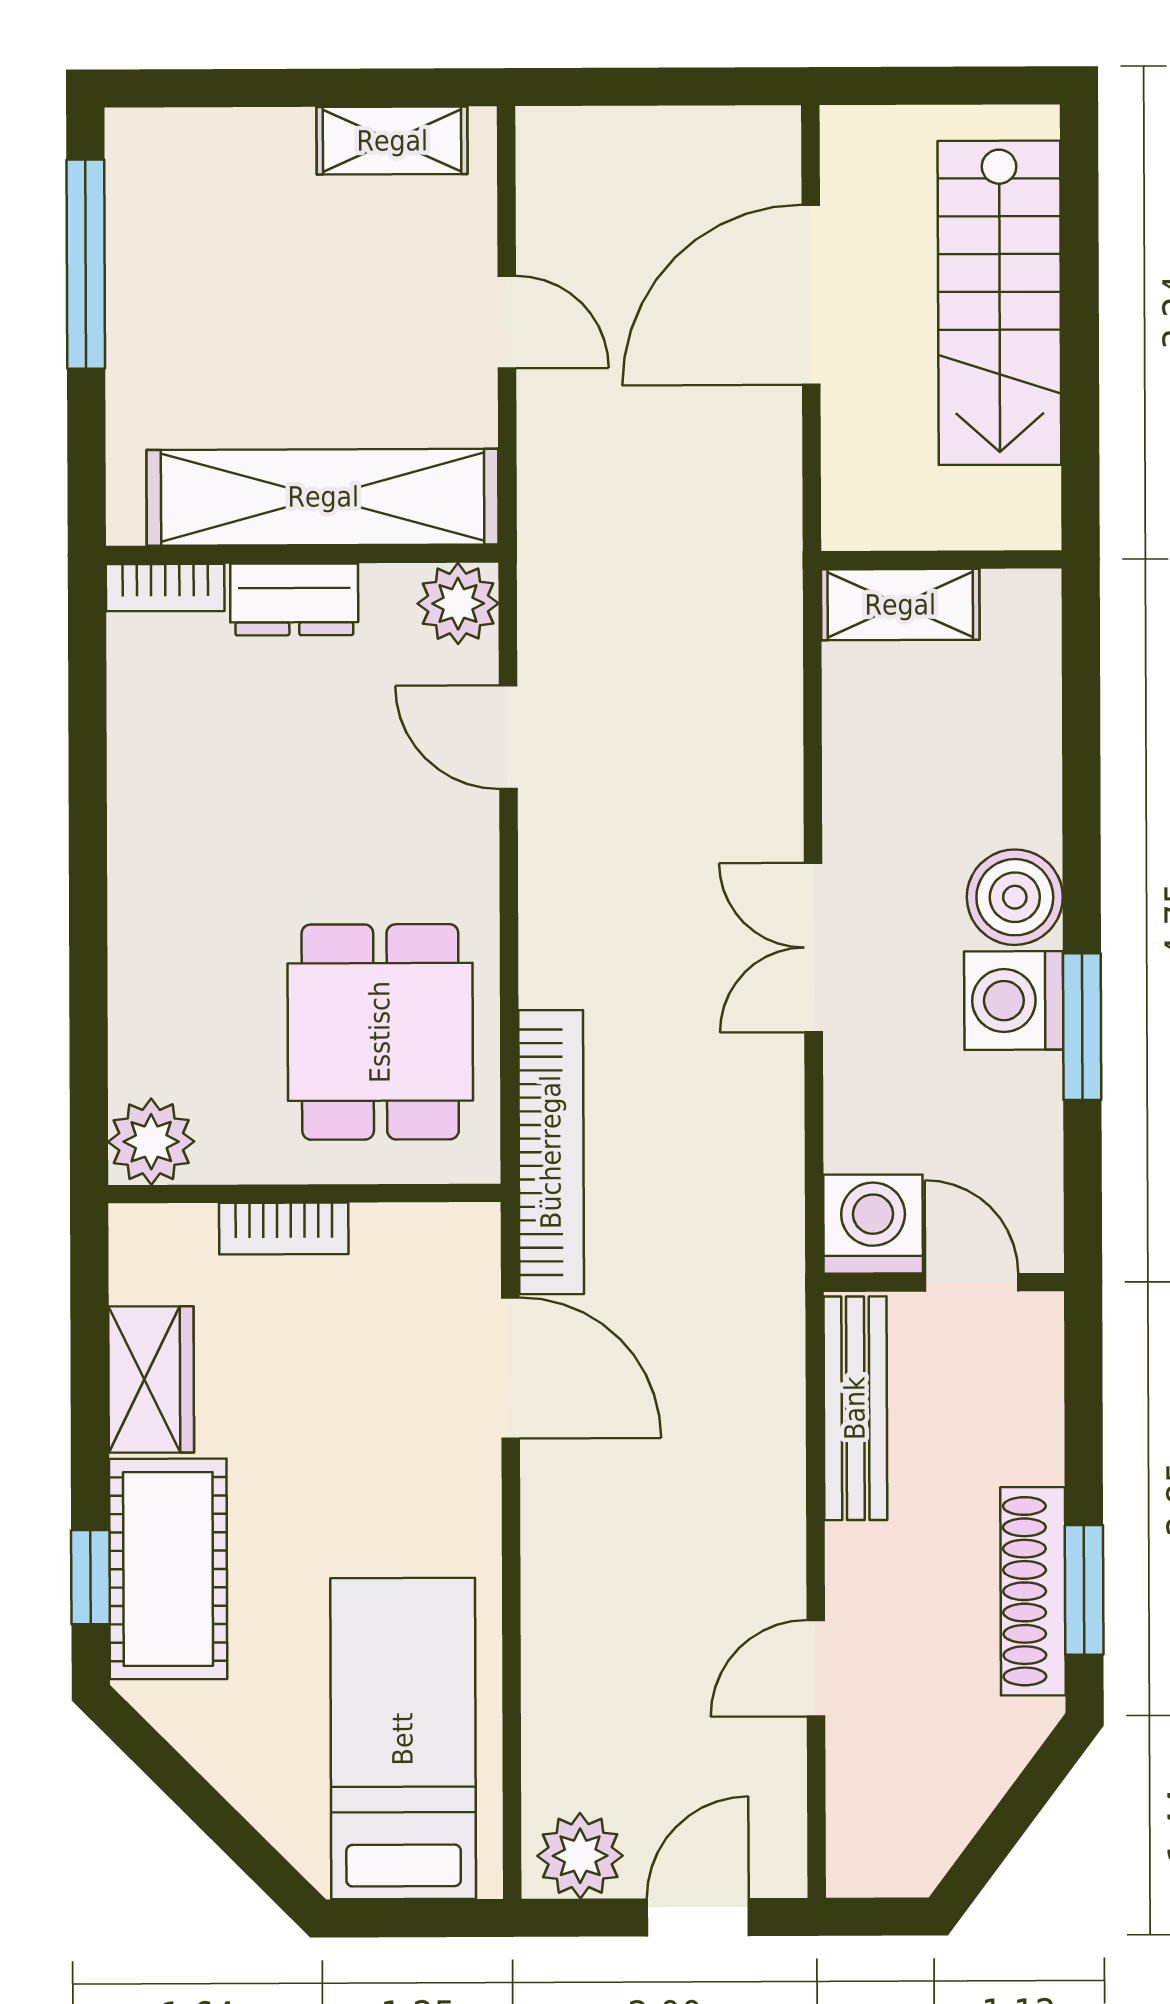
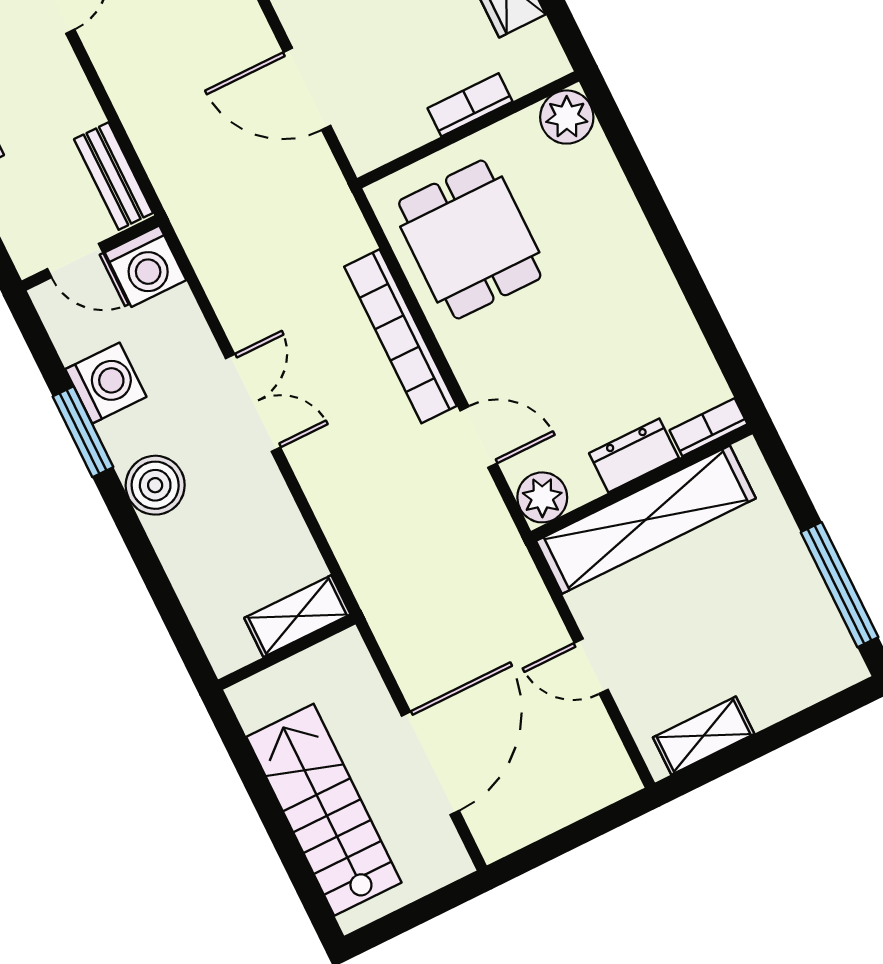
washing machine: (1014, 1001) -> (106, 383), moved
bookcase: (551, 1152) -> (400, 336), moved
bench: (855, 1408) -> (114, 176), width x0.73

